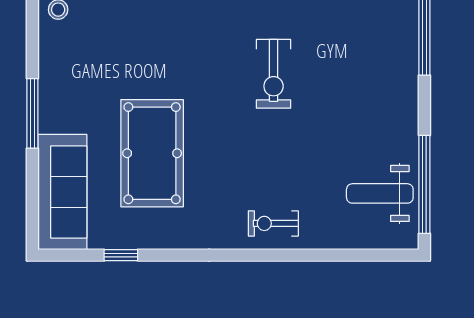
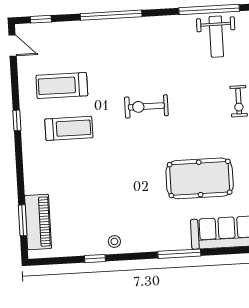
exercise bike: (274, 74) -> (146, 106), turned 180

